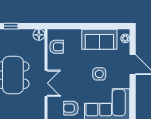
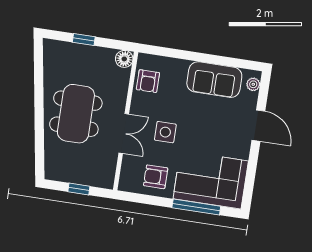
armchair: (57, 47) -> (148, 81), turned 90
side table: (99, 74) -> (165, 132), moved

